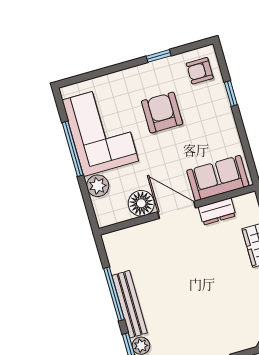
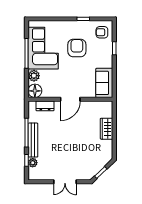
sofa: (218, 178) -> (104, 83), moved, turned -90
floor lamp: (141, 203) -> (35, 91), moved
door: (177, 210) -> (70, 99), swing flipped
dresser: (217, 212) -> (45, 106), moved

